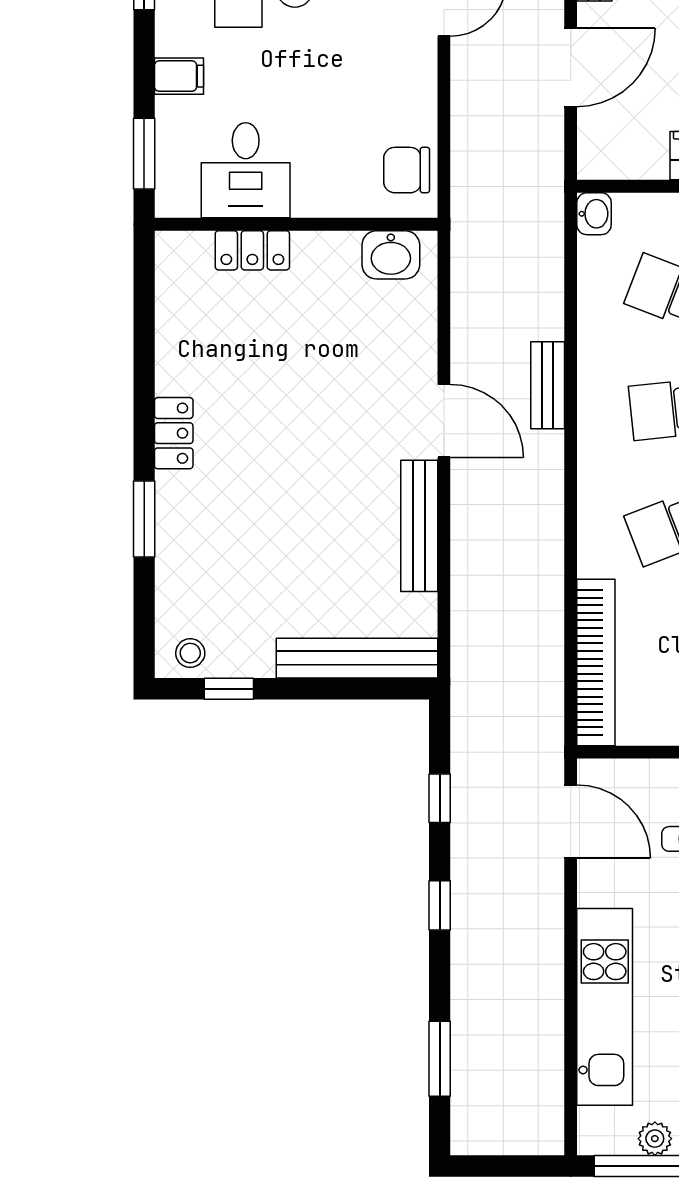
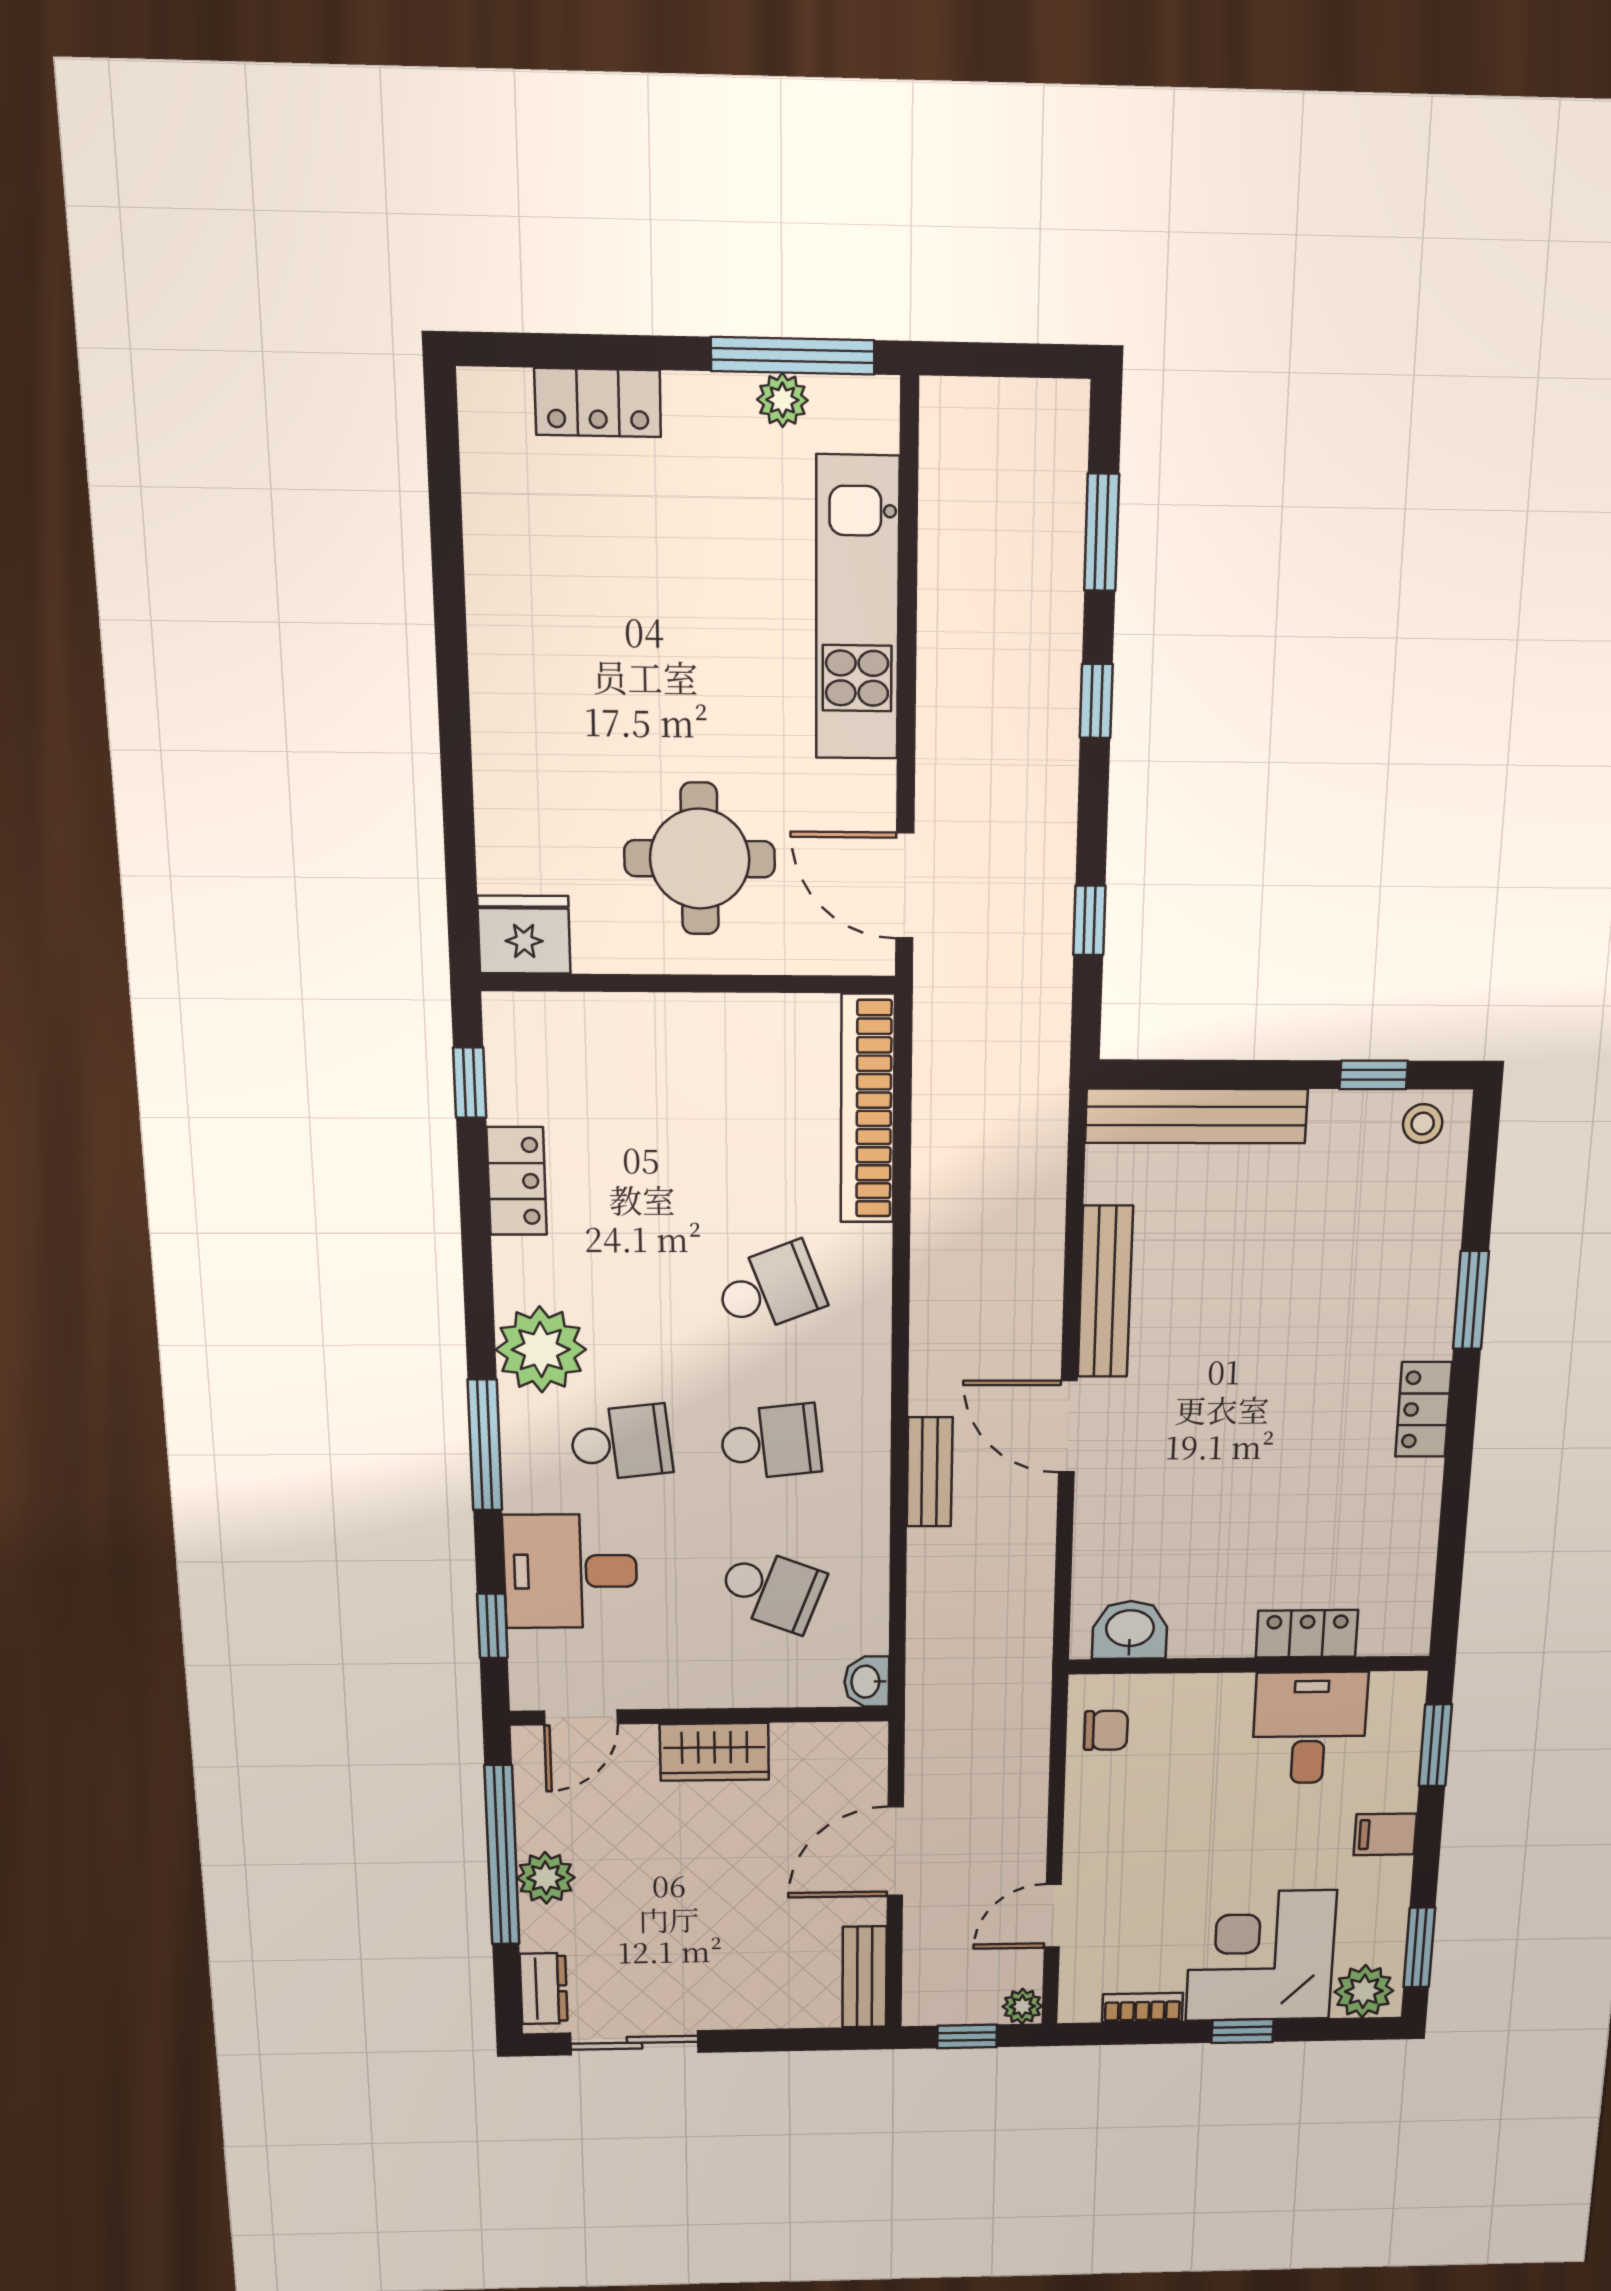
chair: (407, 170) -> (1106, 1730), width x0.73, depth x0.73
window: (440, 905) -> (1096, 701), moved

